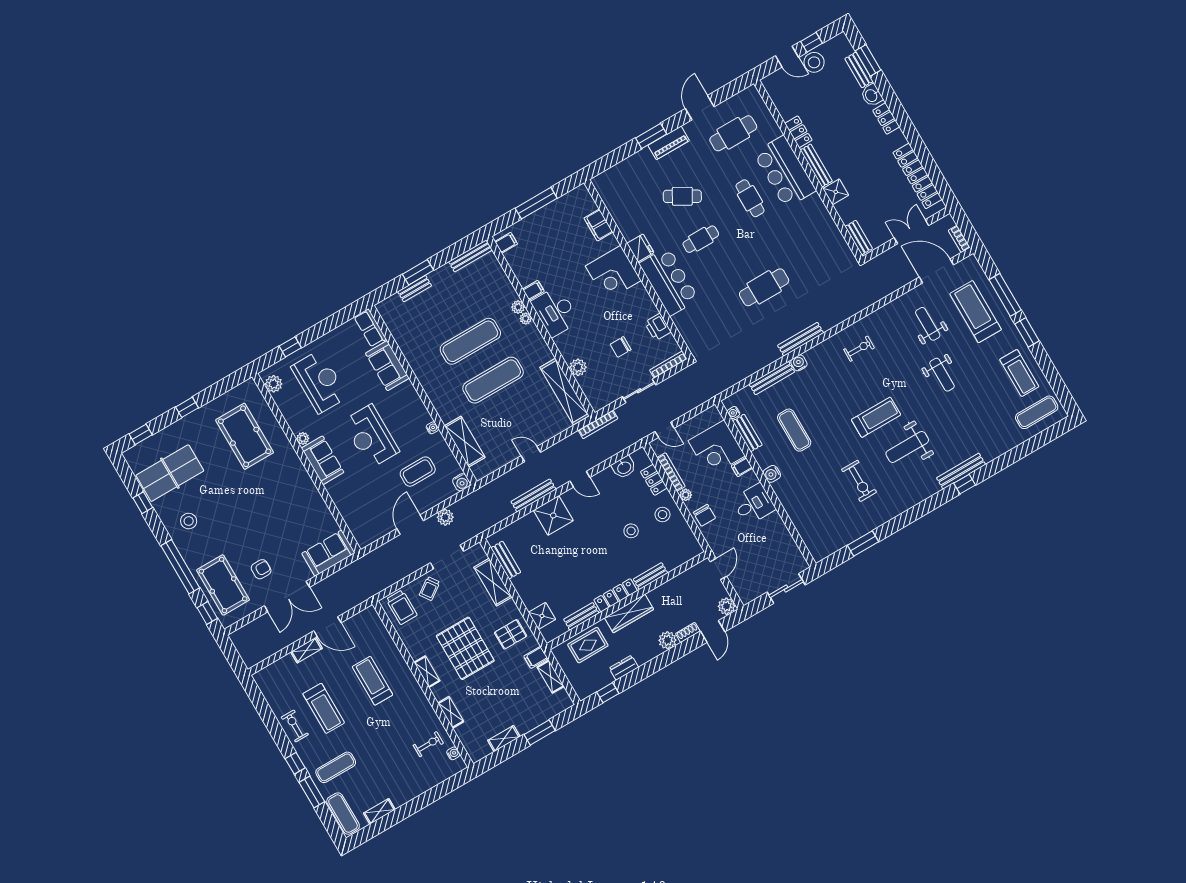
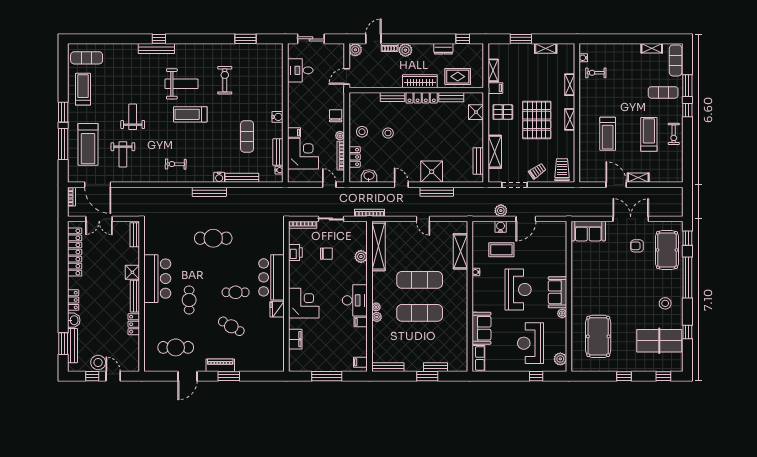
bench: (859, 70) -> (72, 346), width x1.36
bar counter: (785, 172) -> (157, 279), moved
water cooler: (461, 482) -> (501, 227), moved
desk: (754, 504) -> (300, 70), moved

